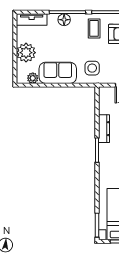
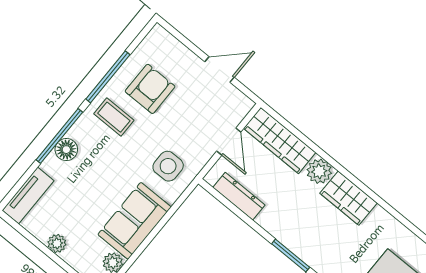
plant: (26, 53) -> (57, 243), width x0.53, depth x0.53
dresser: (104, 129) -> (239, 196), moved

